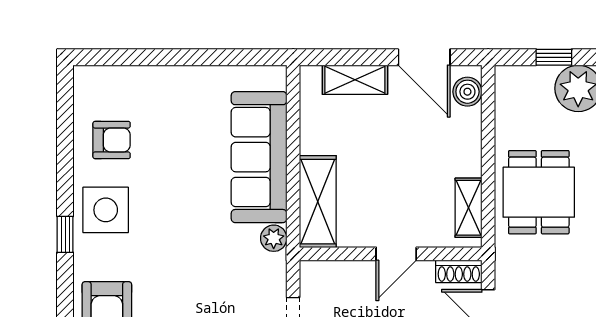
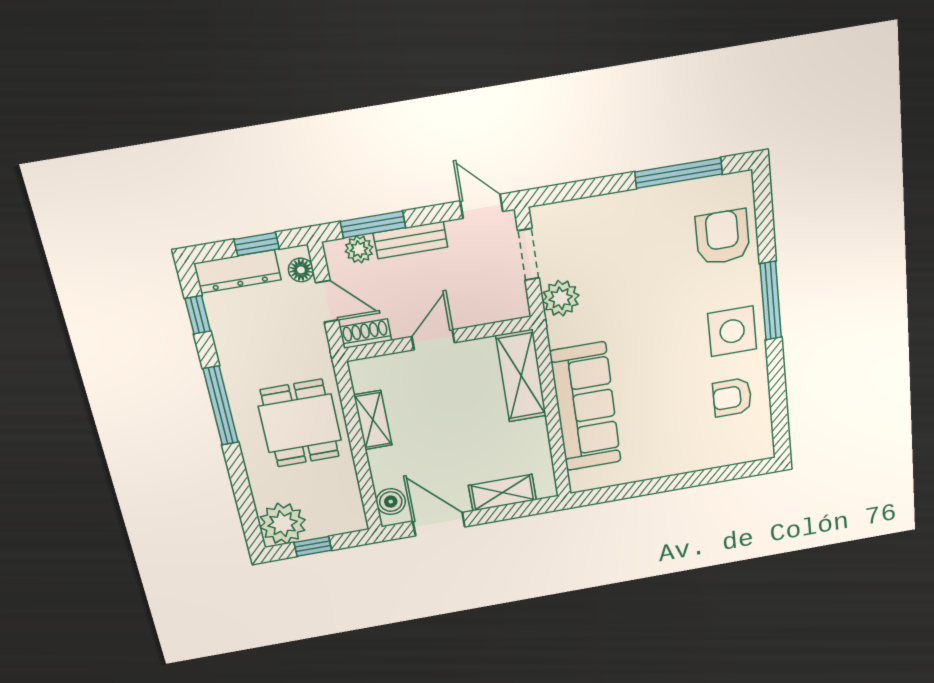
shelving: (469, 208) -> (373, 420), moved
window: (65, 234) -> (771, 301), width x2.17
plant: (274, 238) -> (561, 298), moved, width x1.38, depth x1.38

